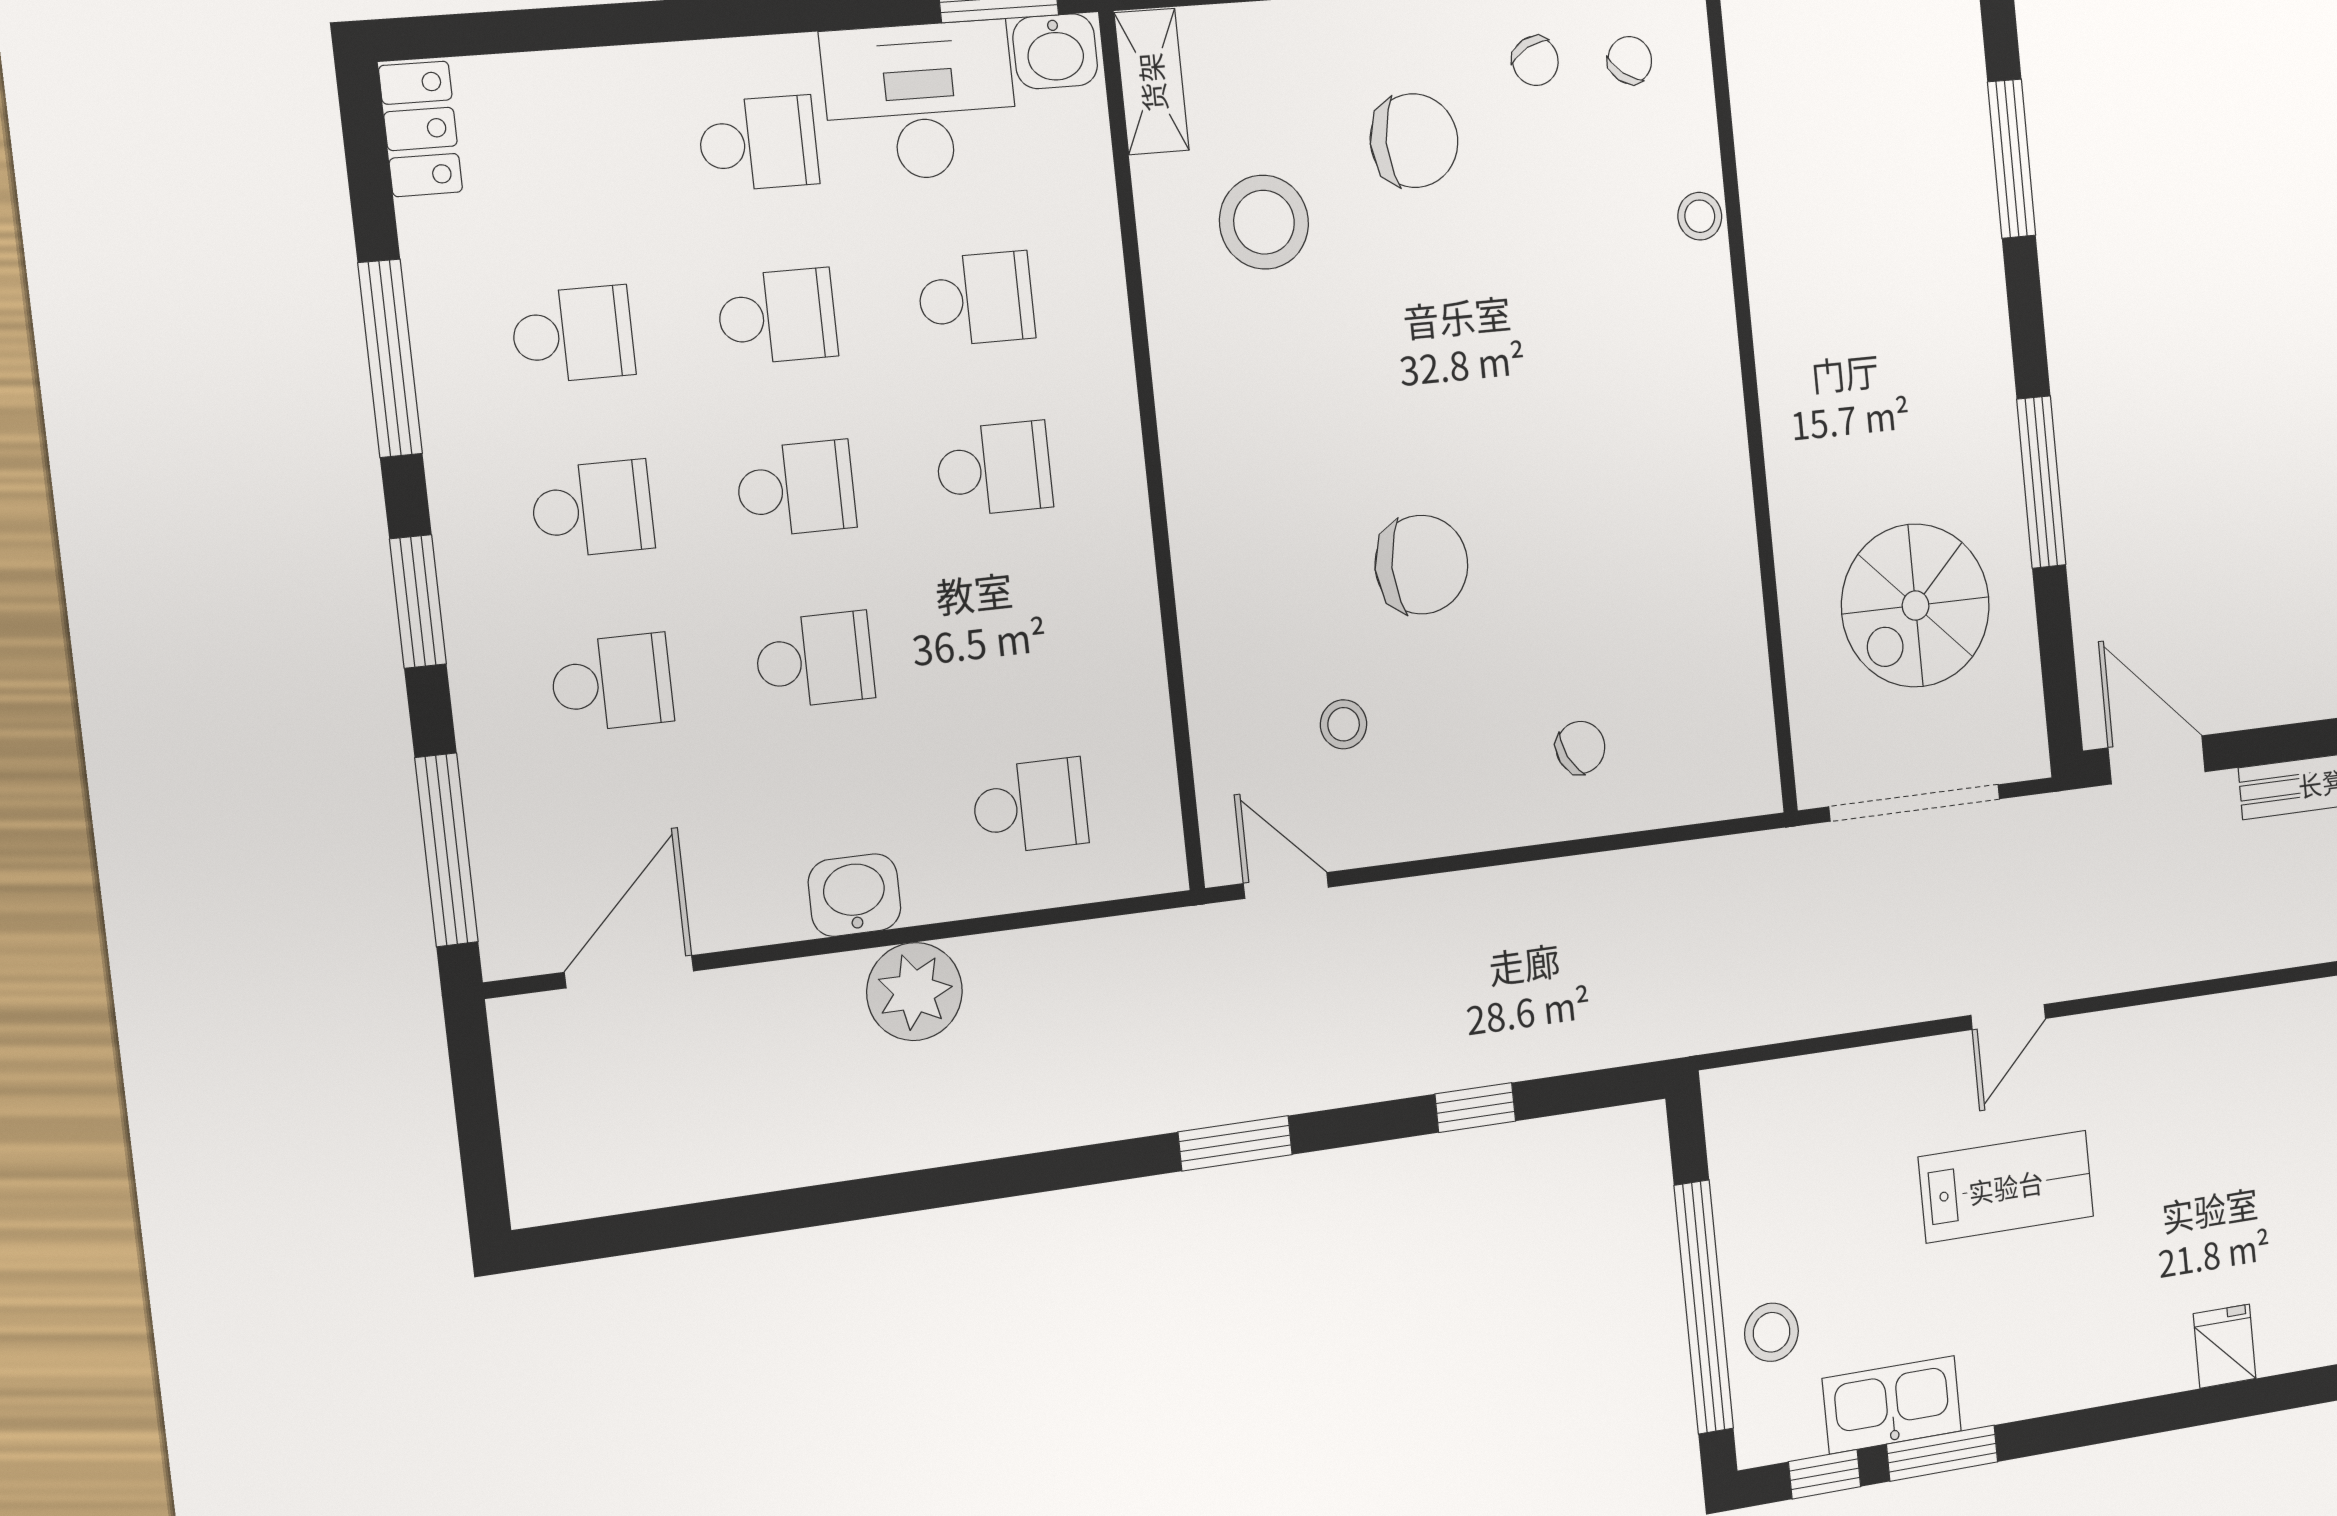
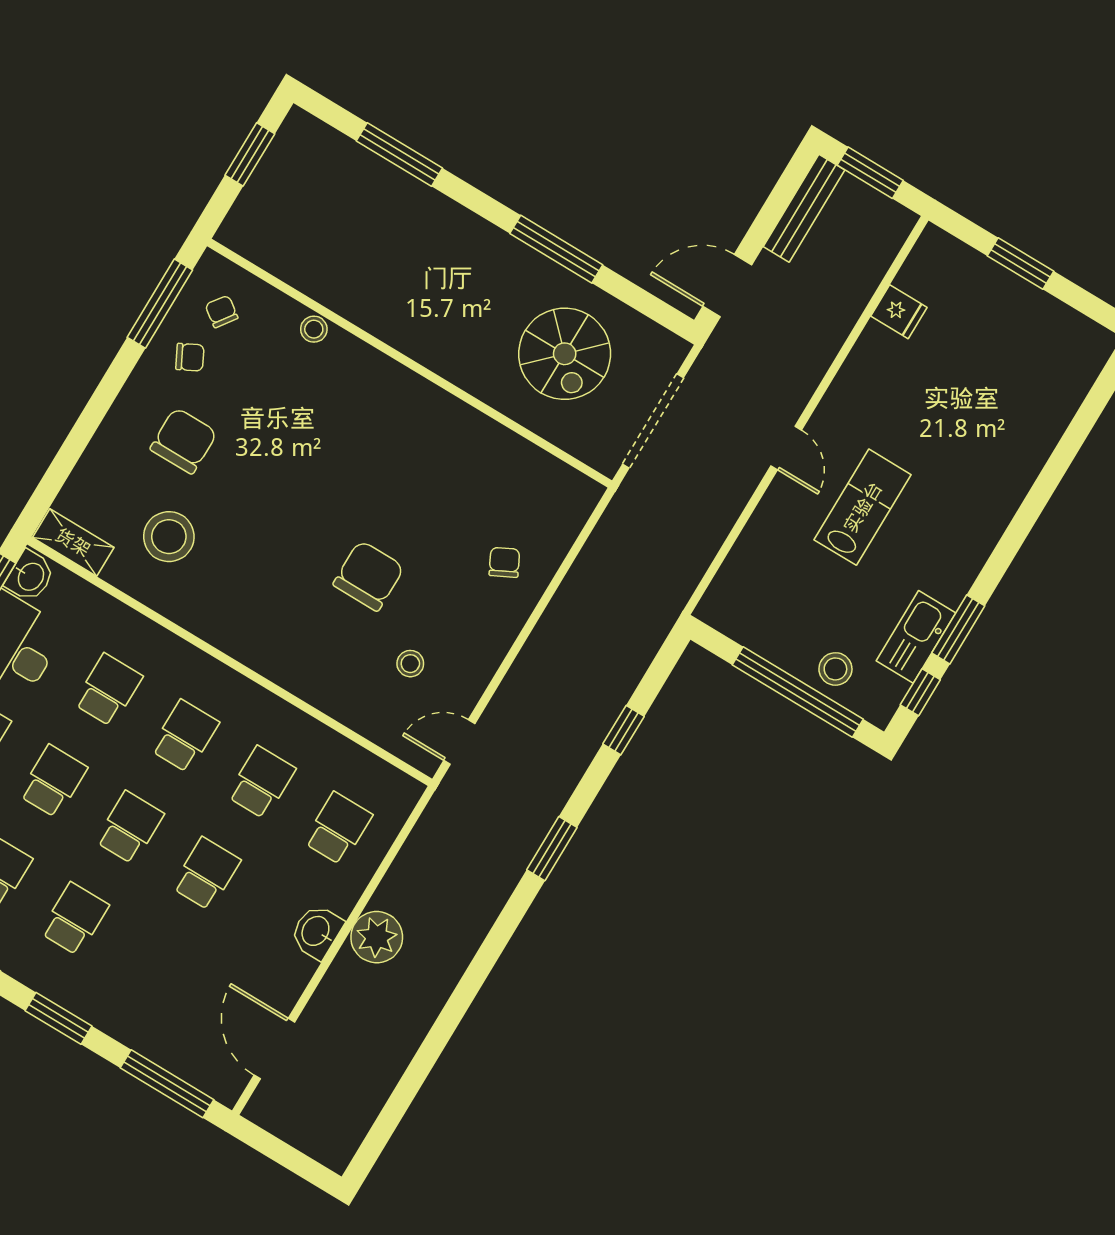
school desk: (612, 683) -> (261, 782), moved
fridge: (2225, 1346) -> (899, 312), moved, turned 180

